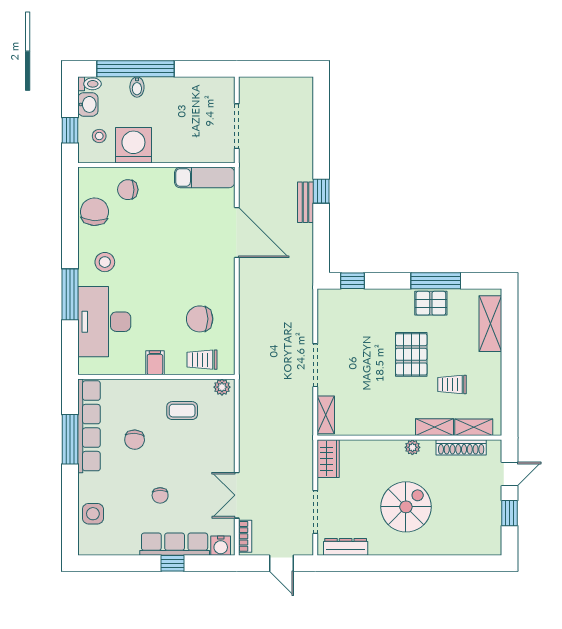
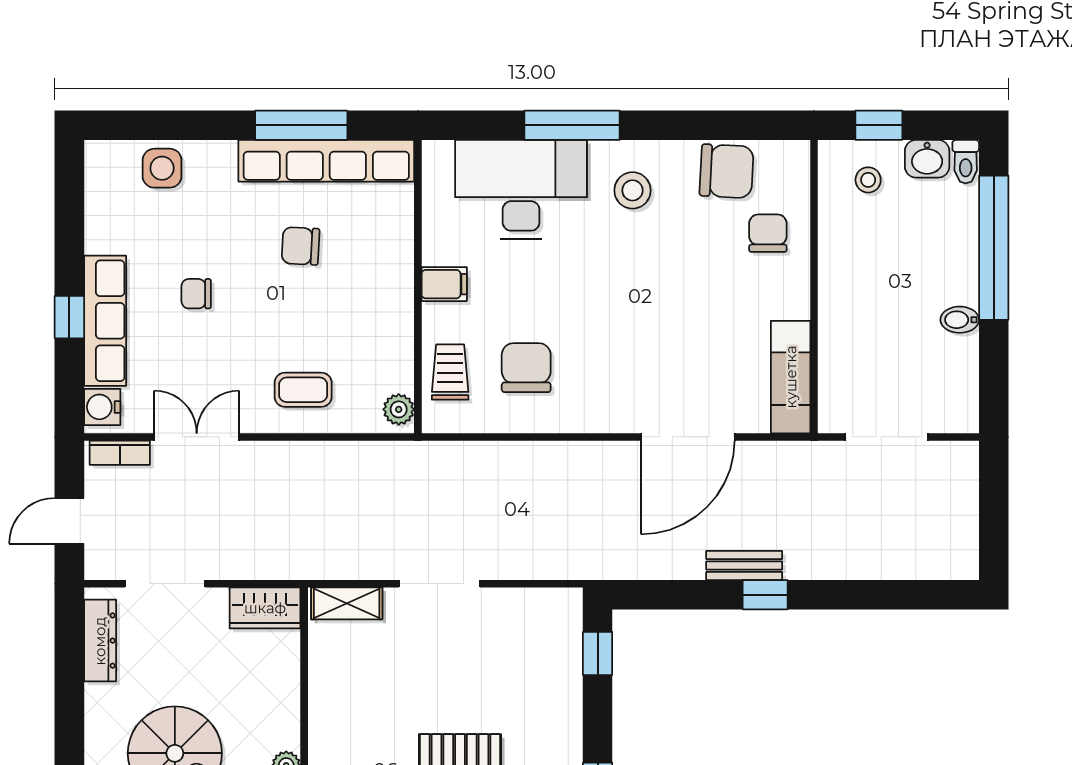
bidet: (137, 87) -> (960, 320), moved
washing machine: (133, 145) -> (851, 244), removed
coffee table: (182, 411) -> (303, 390), moved, turned 90

